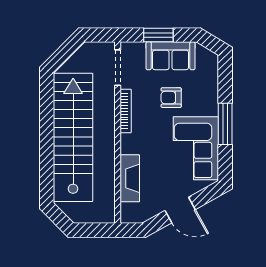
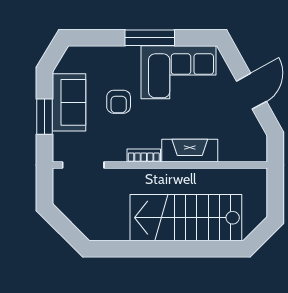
bookcase: (126, 111) -> (144, 155), width x0.64
stairs: (73, 137) -> (186, 218), width x0.73
fireplace: (130, 178) -> (190, 151), moved

